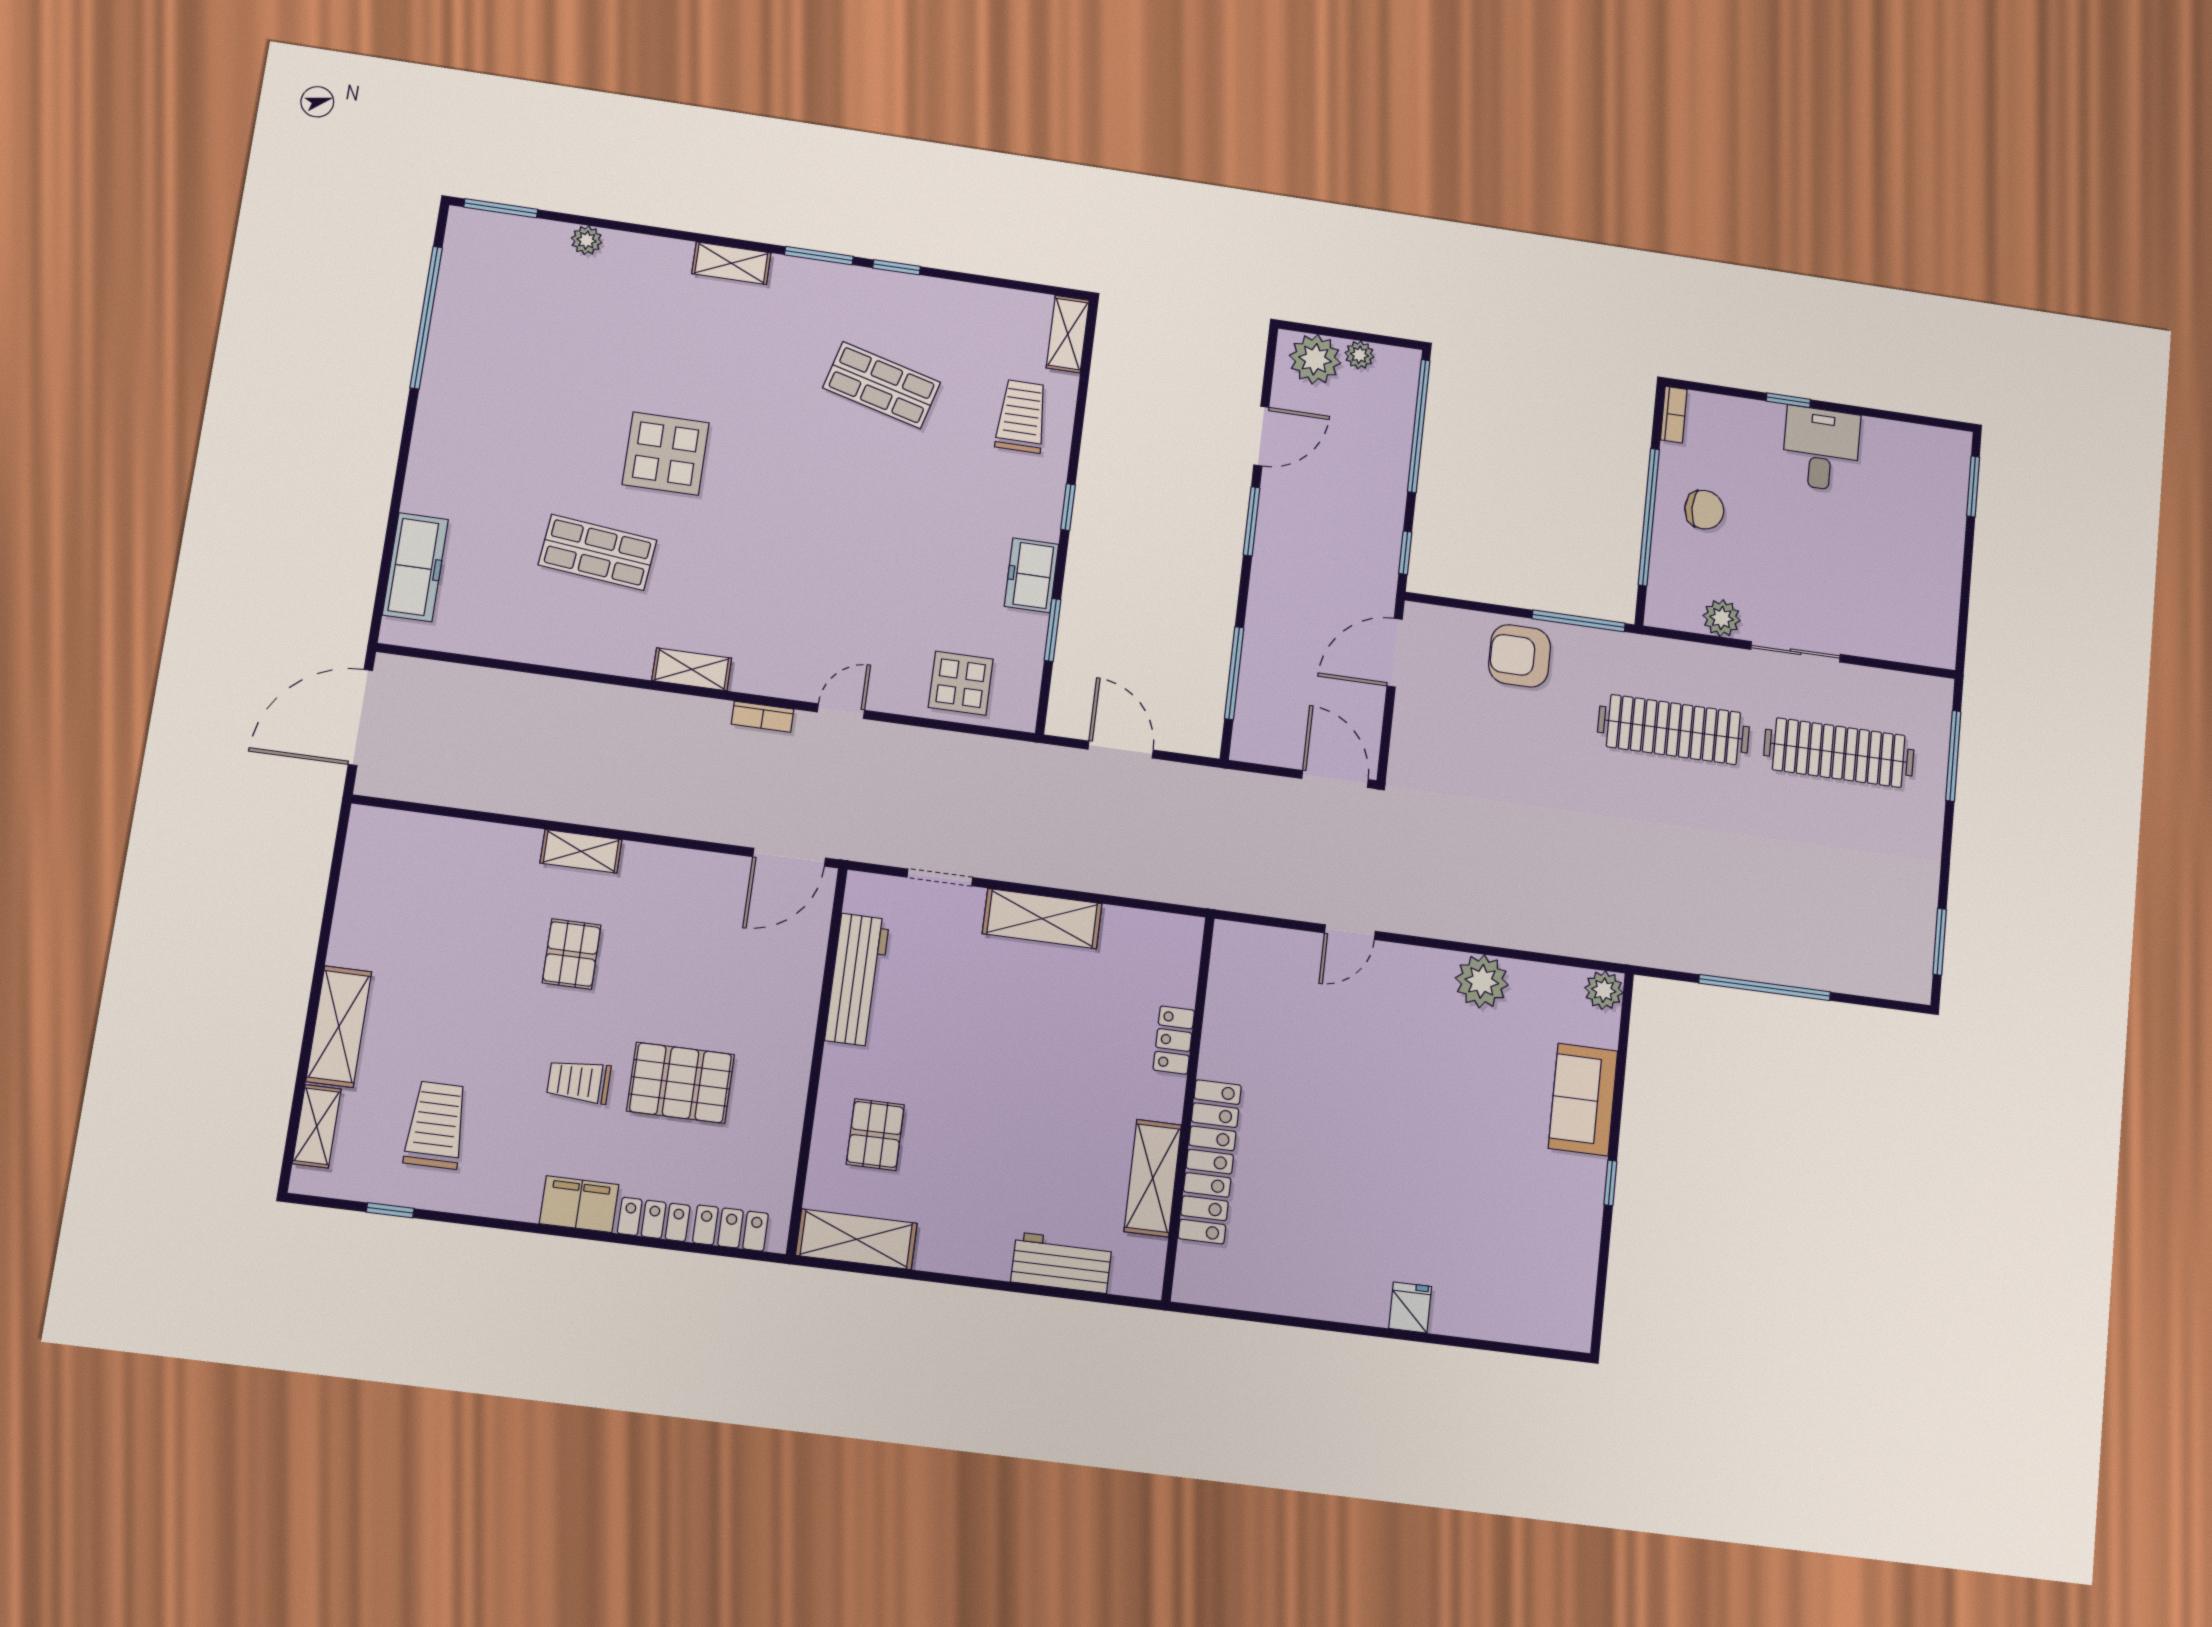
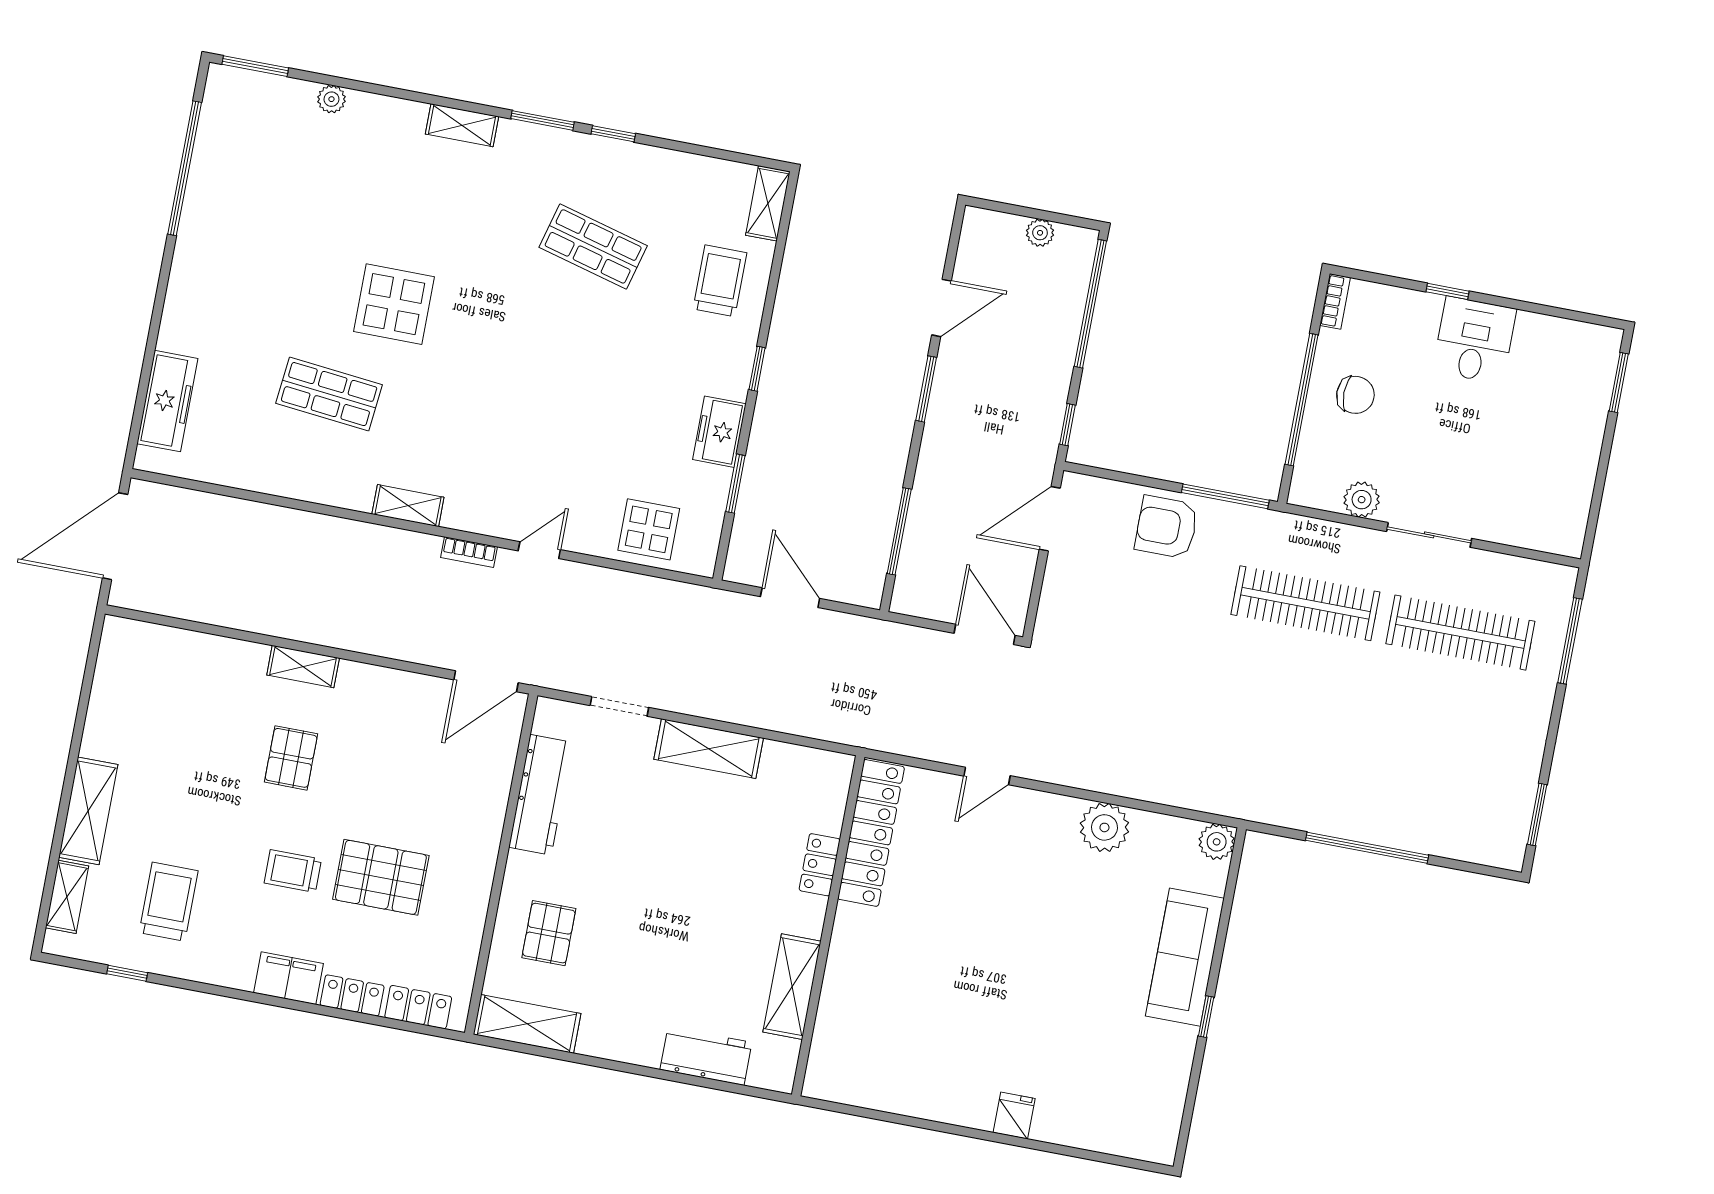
plant: (1315, 359) -> (998, 236), removed
sofa: (1583, 1100) -> (1185, 957), width x1.36
locker: (1210, 1162) -> (871, 833), moved

